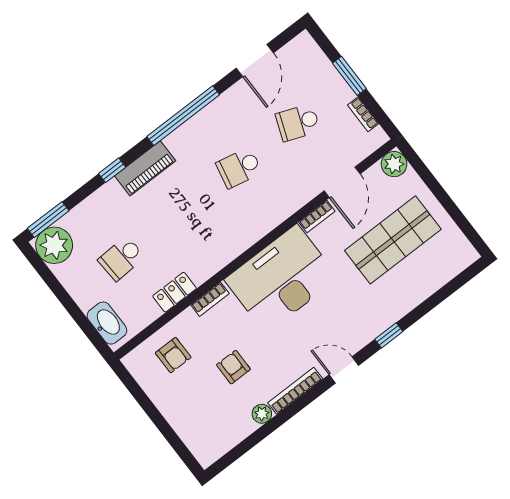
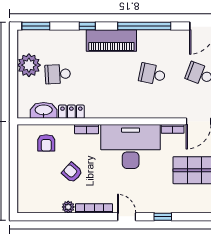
piano: (145, 168) -> (111, 41), width x1.37, depth x1.33
plant: (54, 245) -> (29, 65), moved
washbasin: (107, 323) -> (44, 110), moved, turned -90
armchair: (233, 367) -> (72, 172), turned -48

